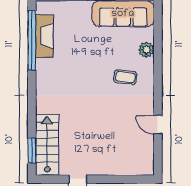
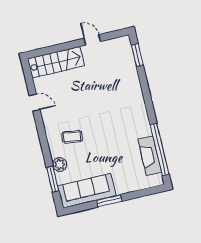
window: (158, 35) -> (53, 179), added
stairs: (47, 145) -> (56, 62), moved, turned -90

